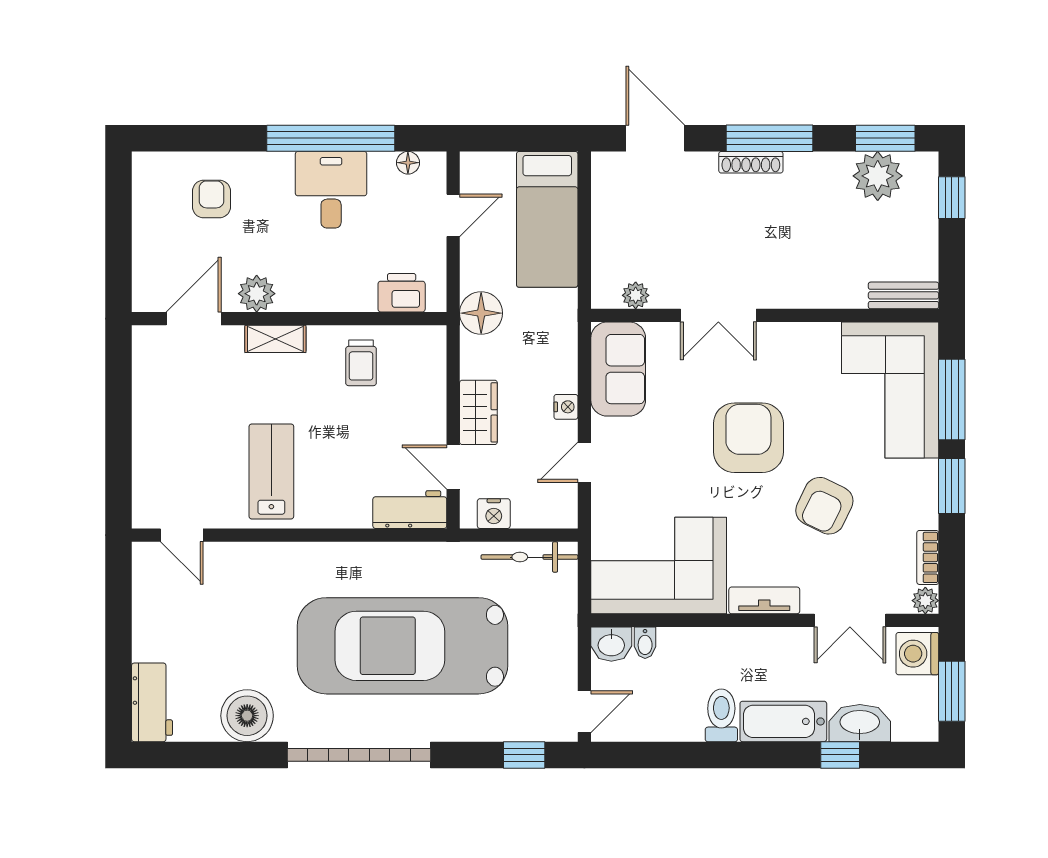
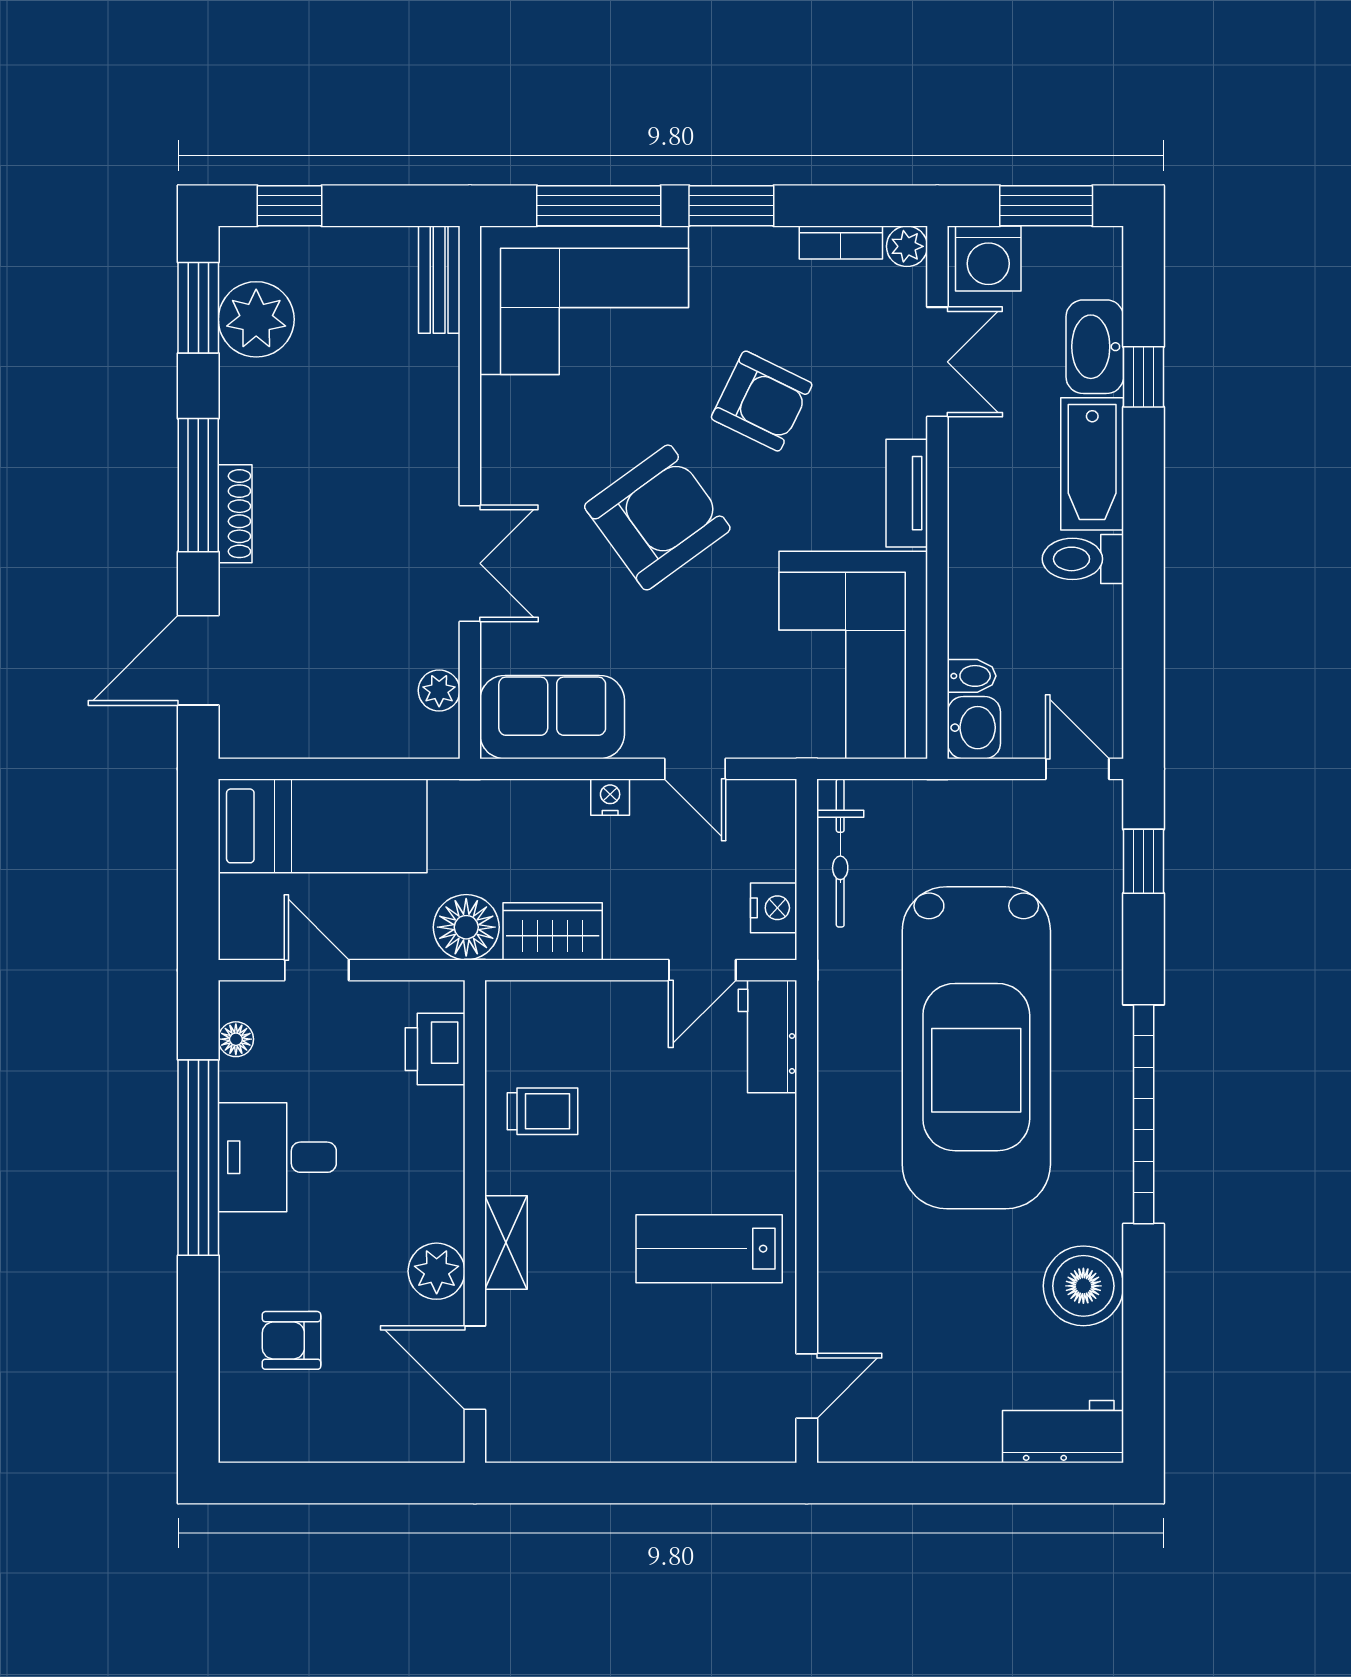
wardrobe: (478, 412) -> (553, 931), moved
armchair: (748, 438) -> (657, 517), turned 144

